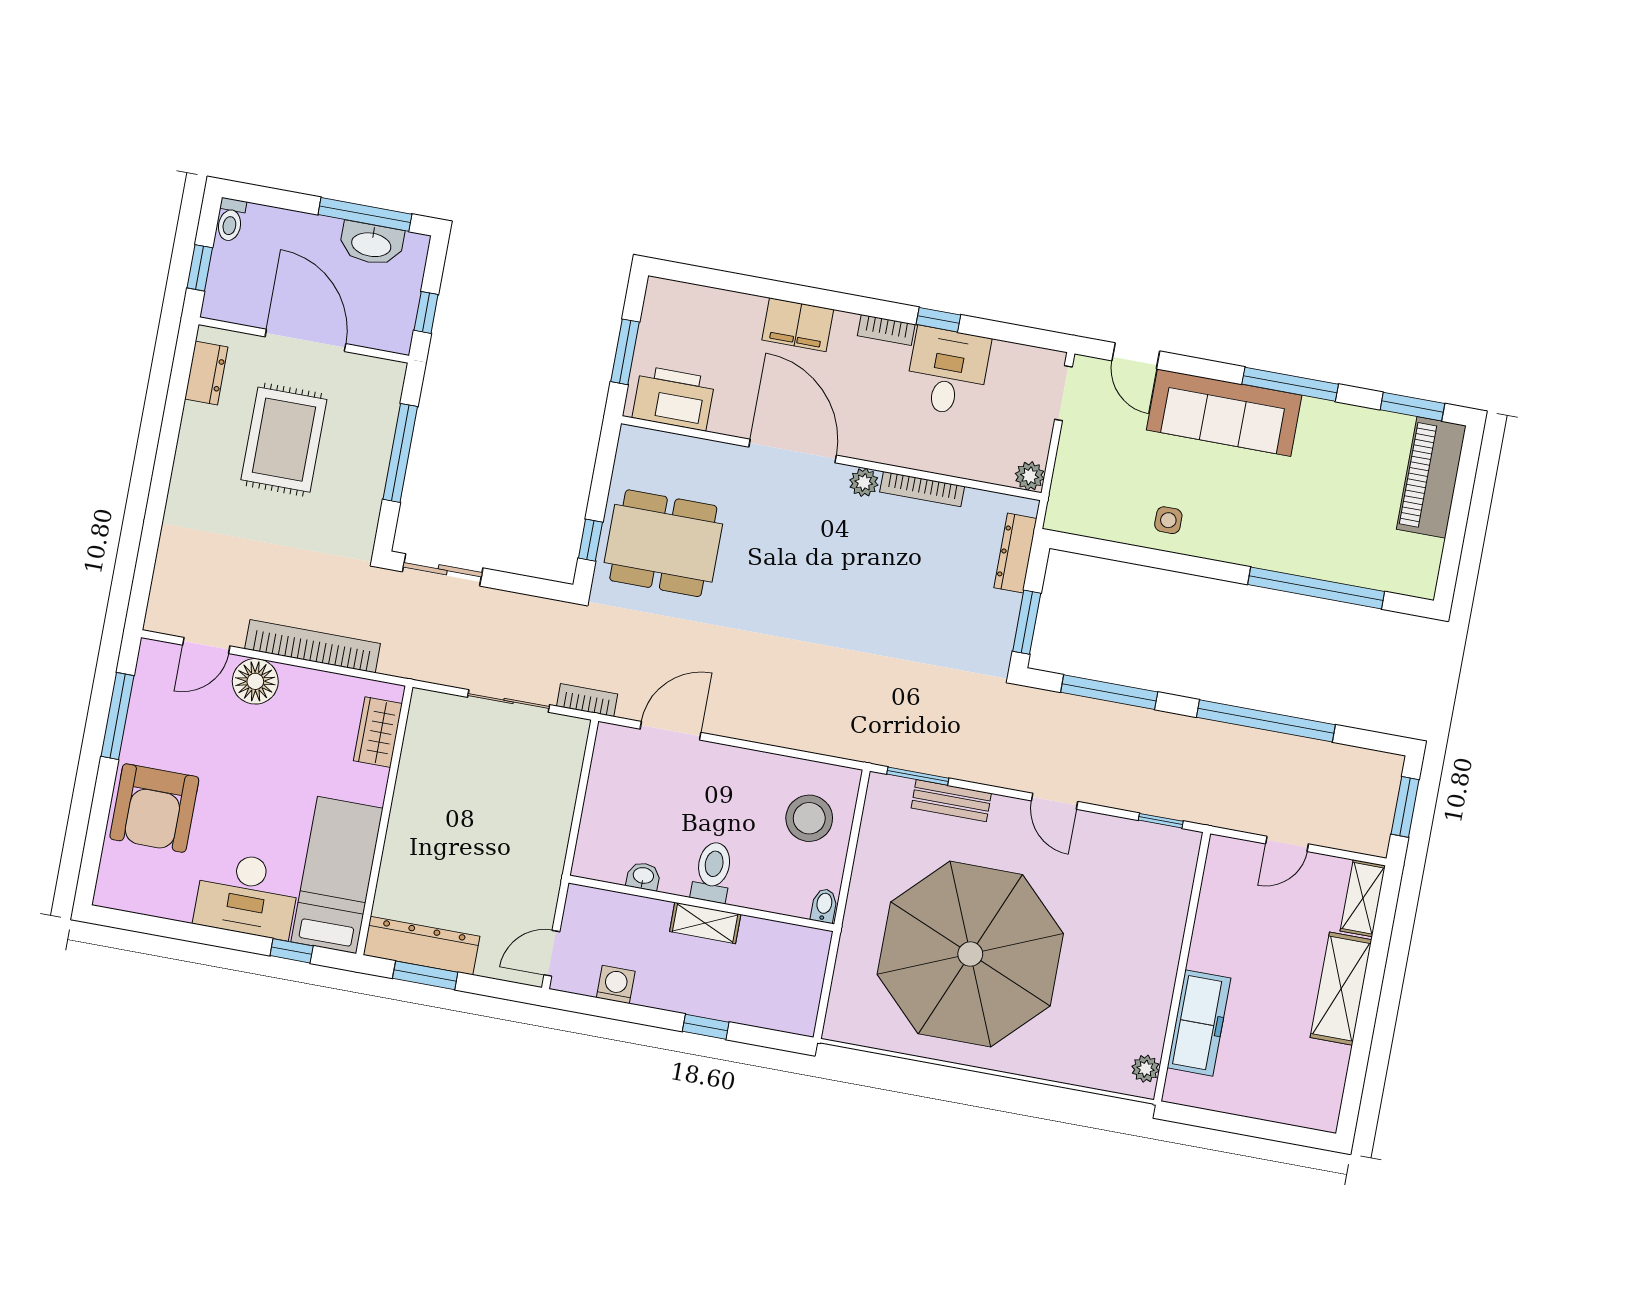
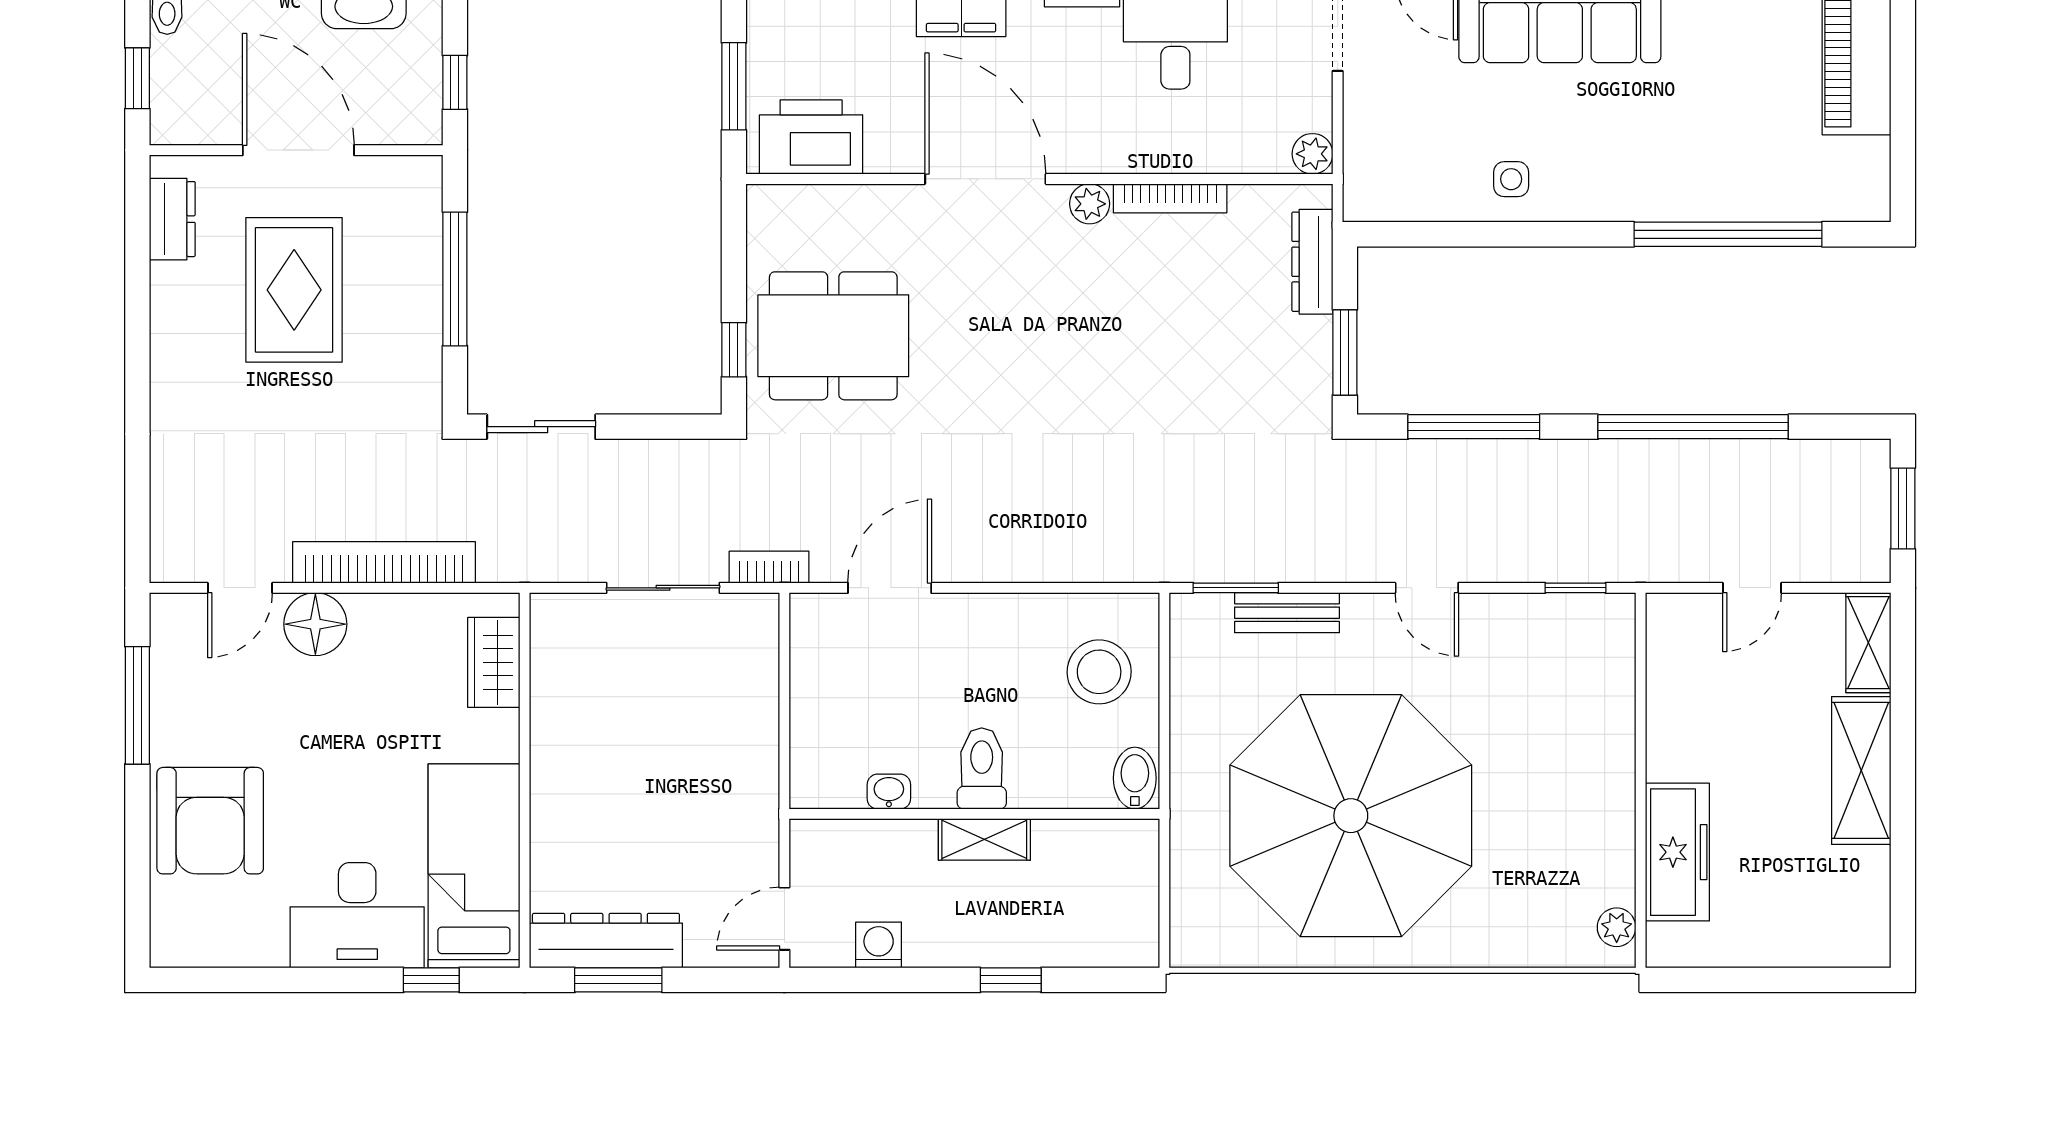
bidet: (824, 906) -> (1135, 778), width x1.38, depth x1.36

